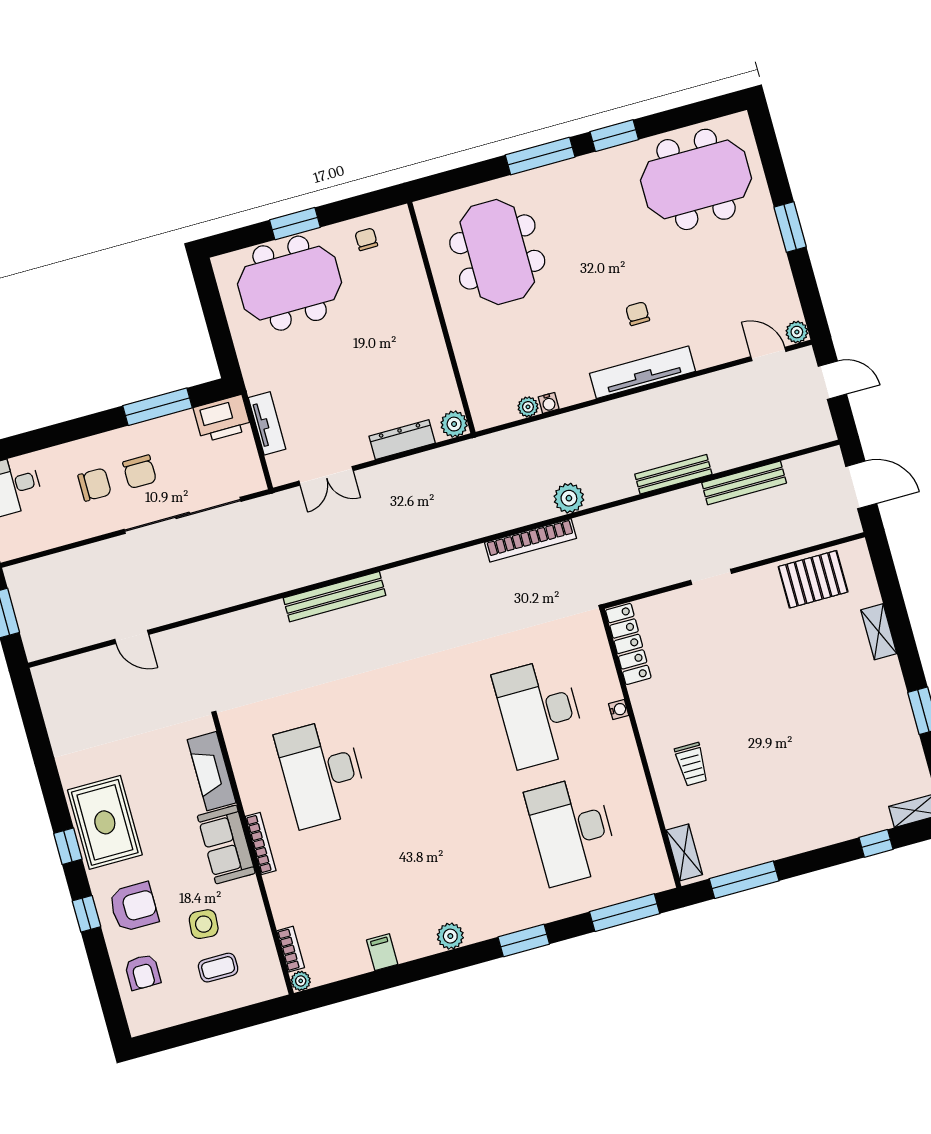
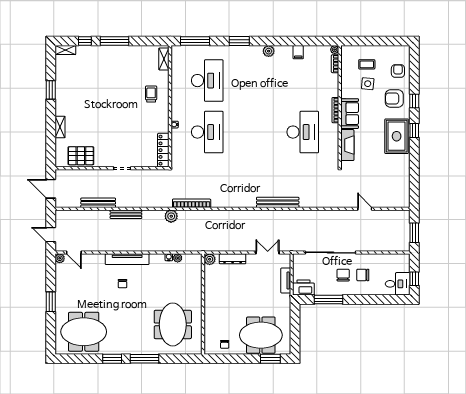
window: (295, 224) -> (270, 359), moved
window: (744, 880) -> (114, 41), moved

